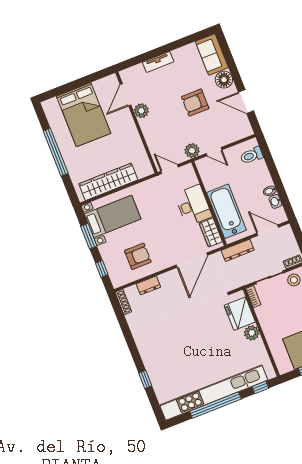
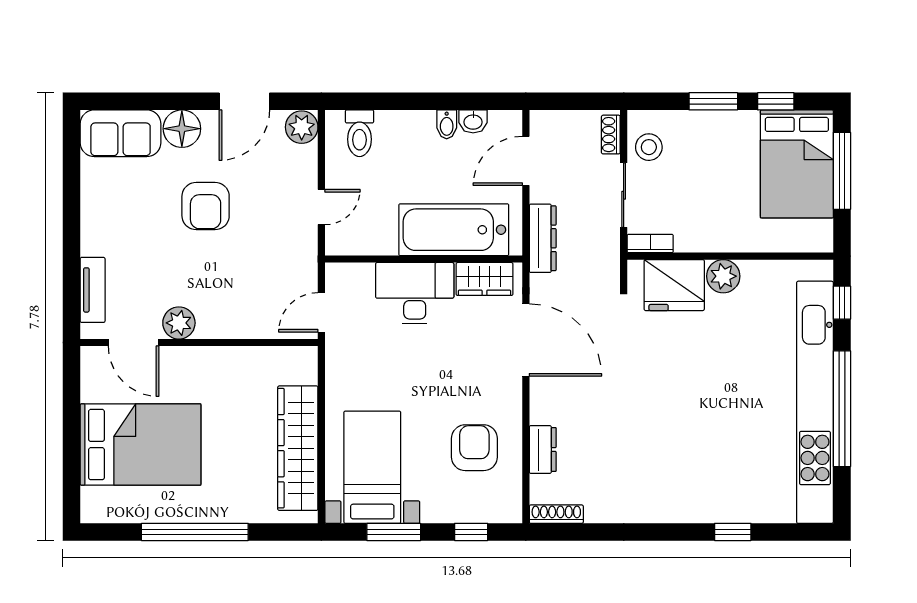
tv unit: (158, 62) -> (93, 290), moved
plant: (192, 151) -> (302, 127), moved

